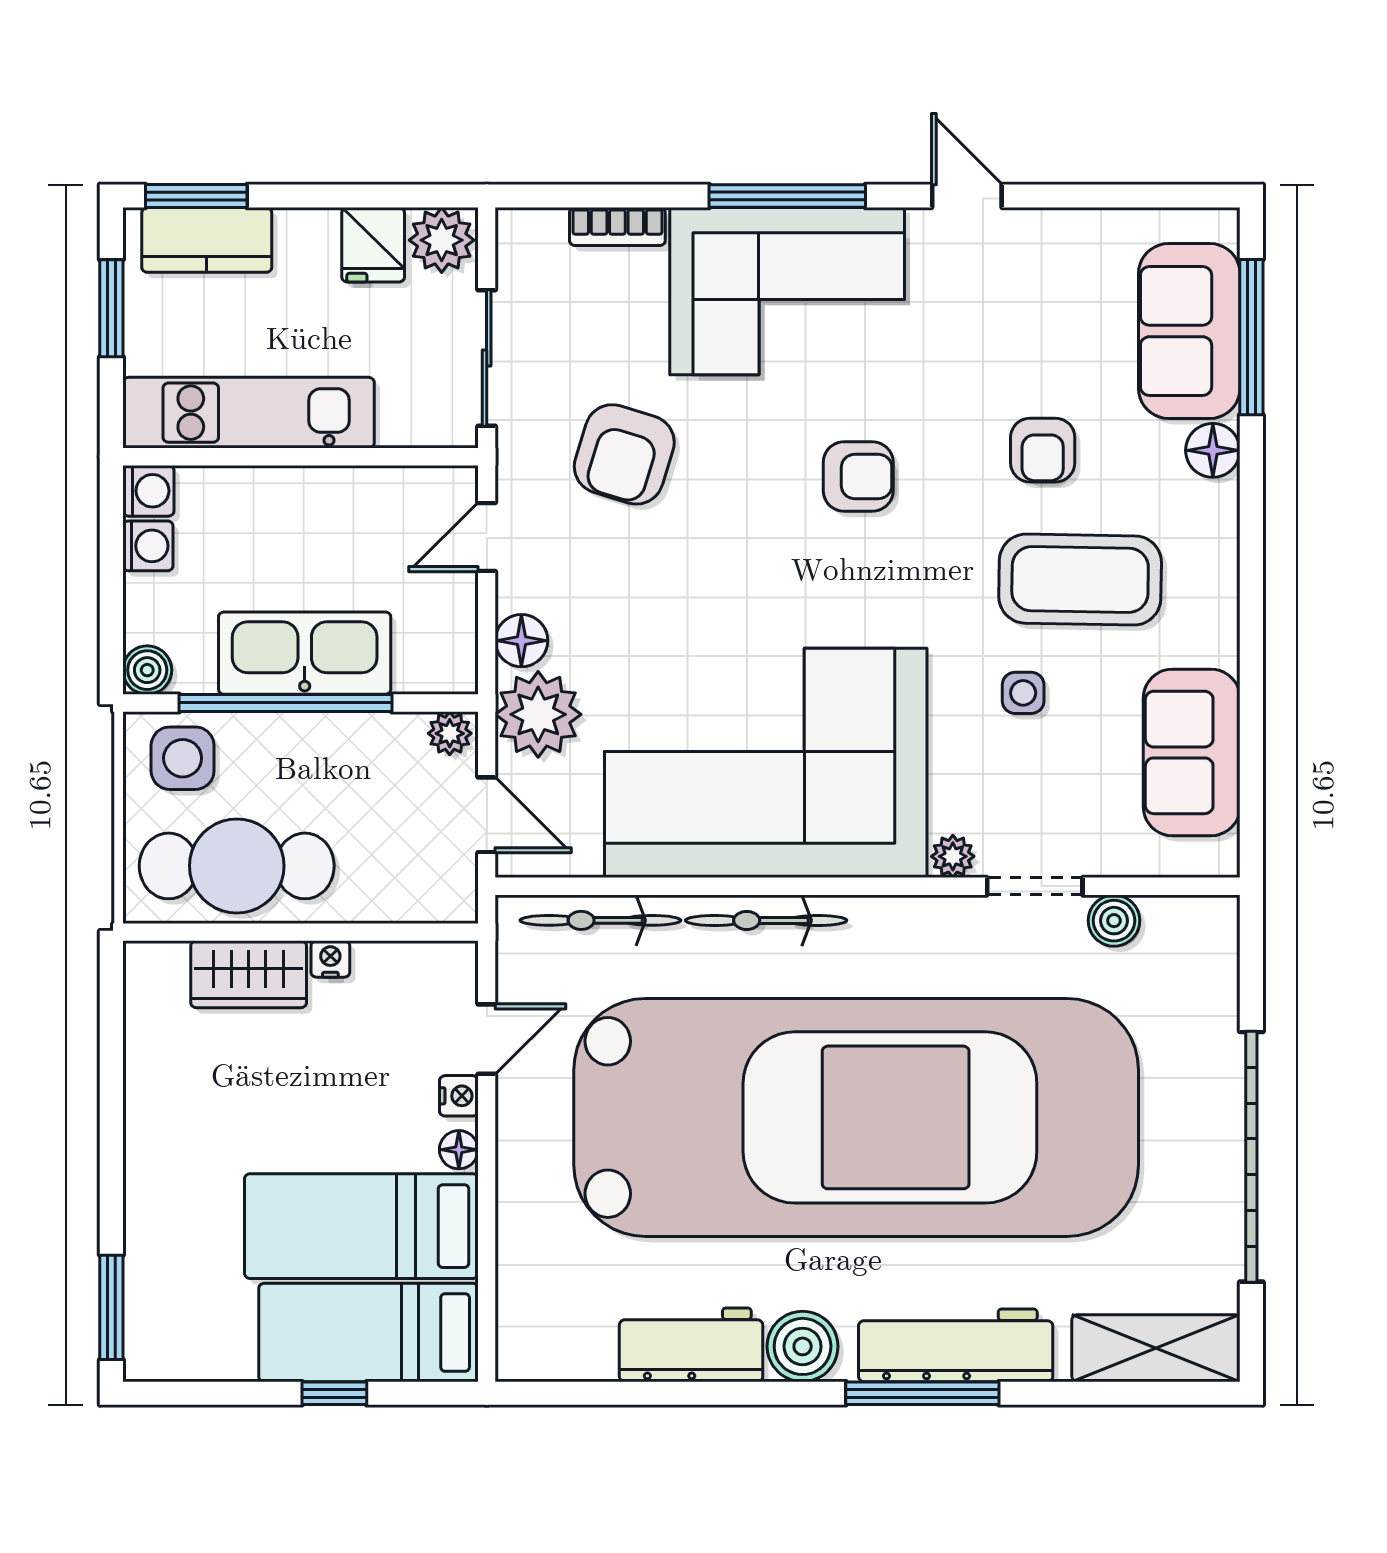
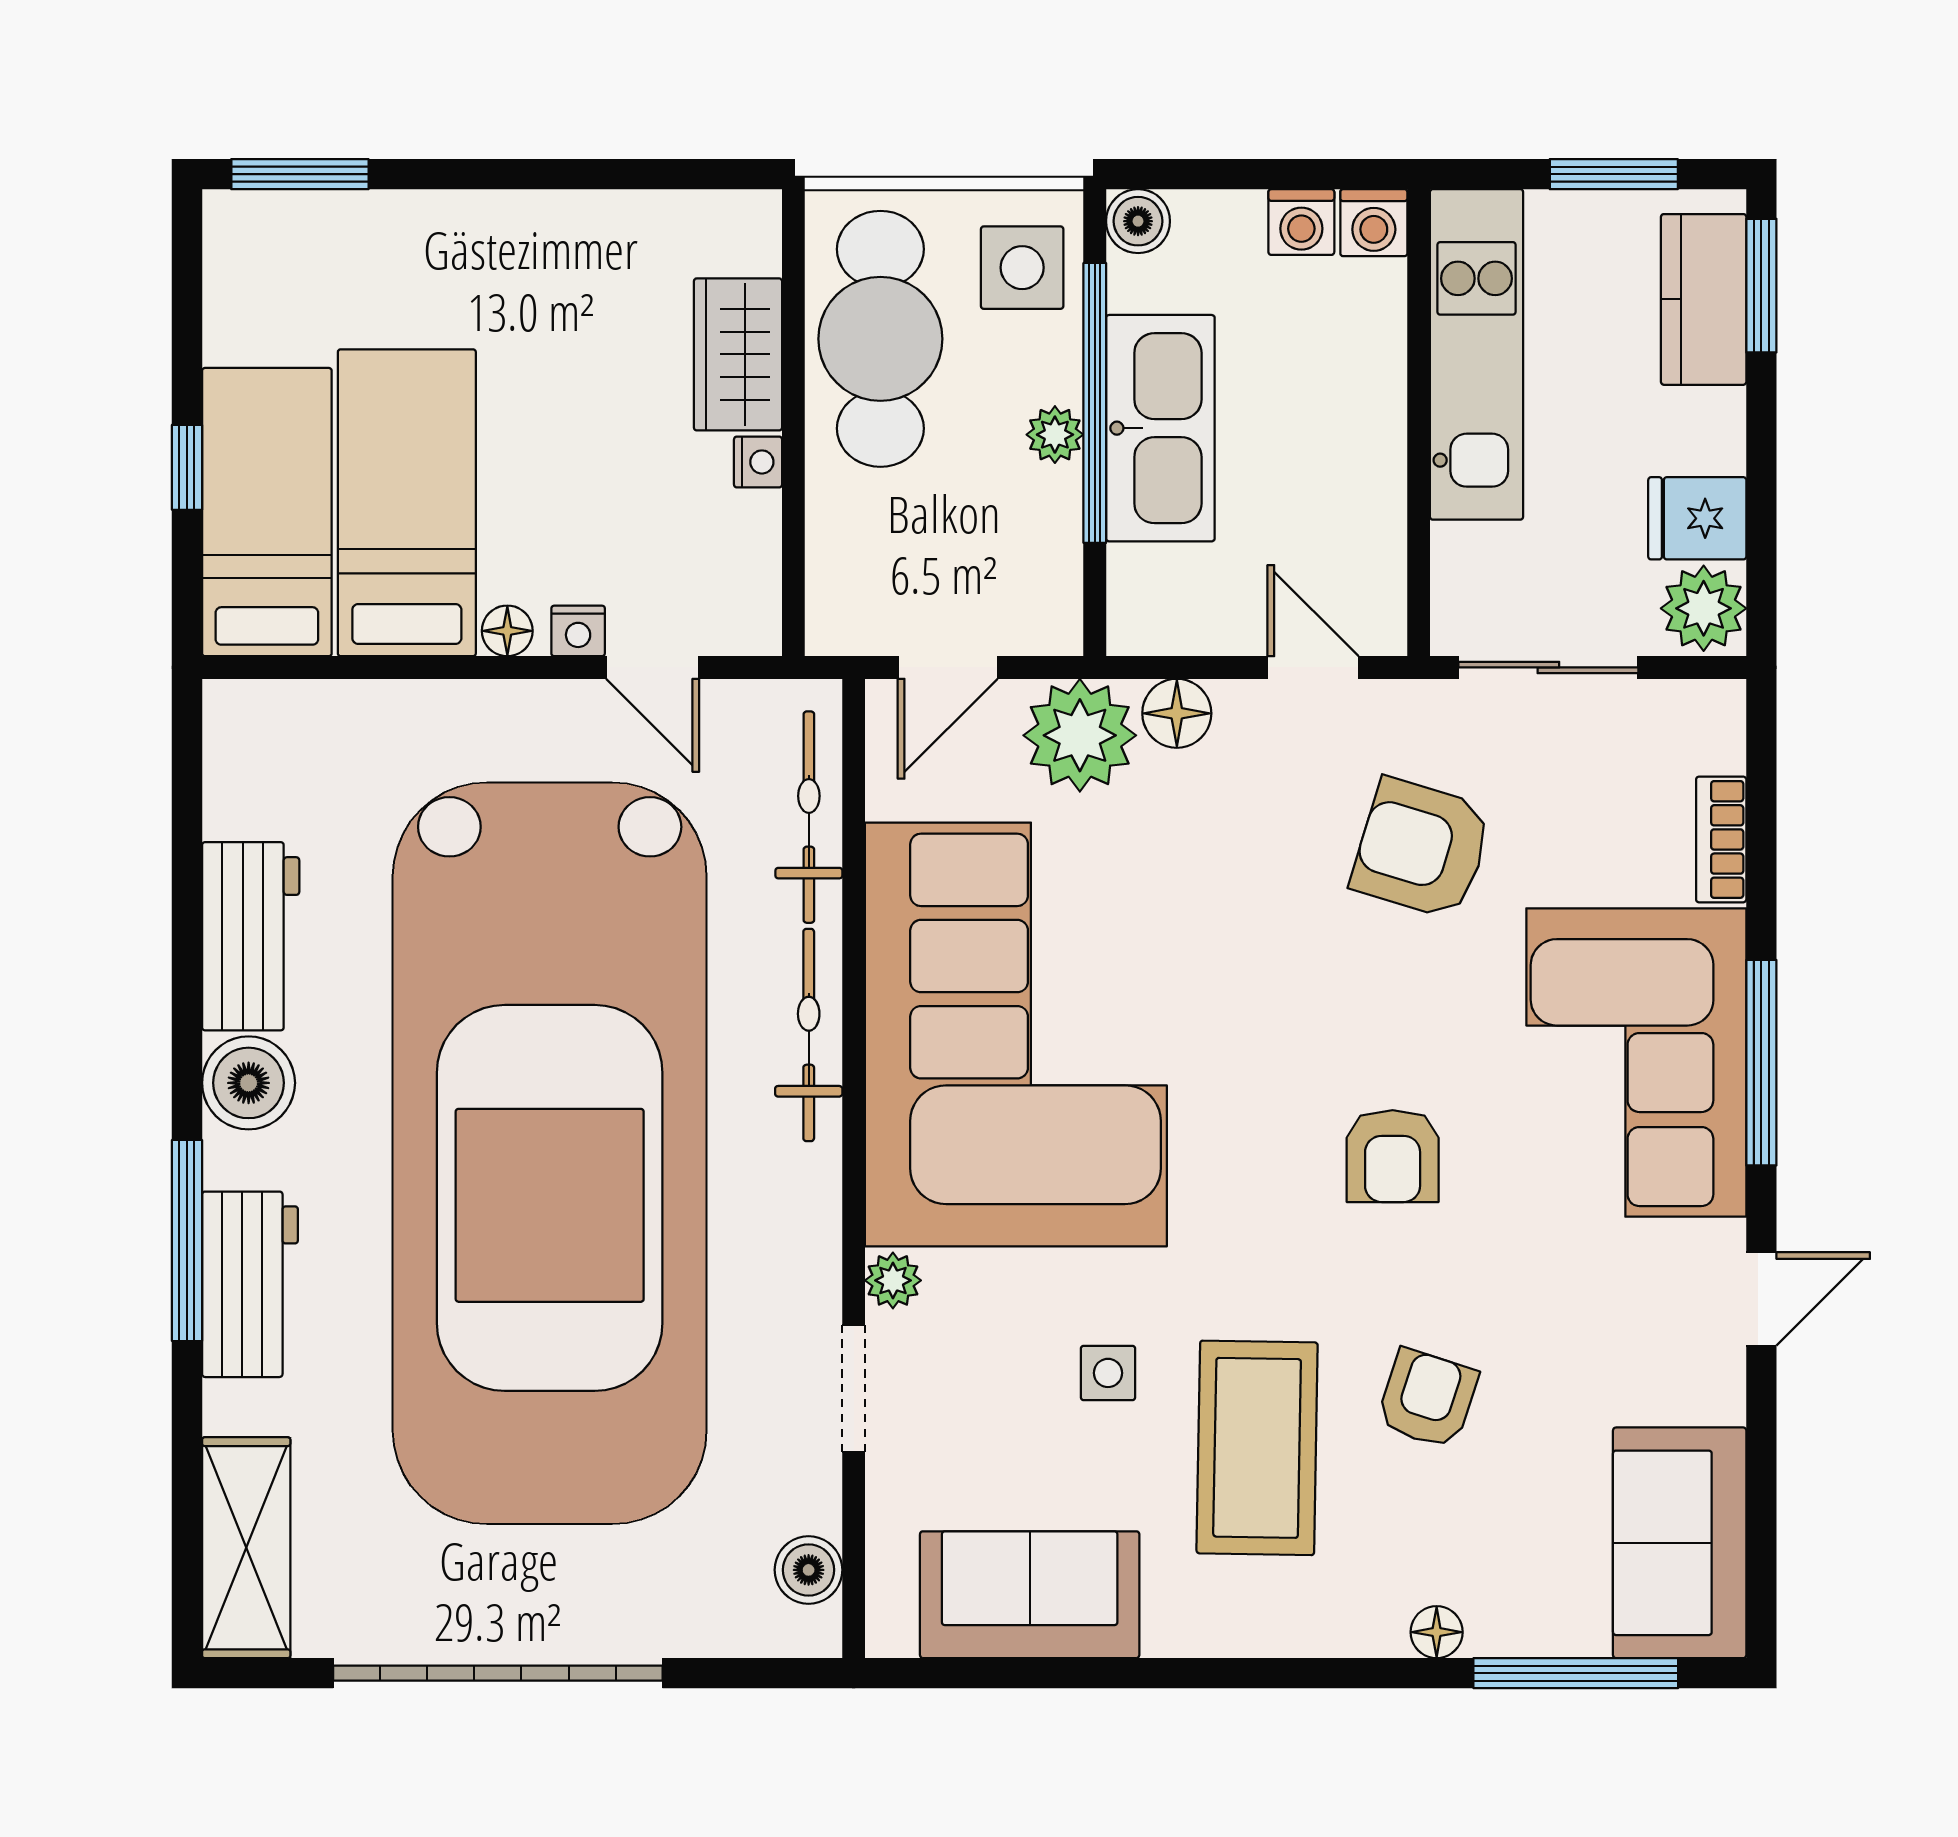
sofa: (1189, 331) -> (1680, 1543), moved, turned -90
armchair: (1043, 450) -> (1427, 1399), turned 108
floor lamp: (1213, 450) -> (1437, 1632), width x0.73, depth x0.73
plant: (450, 733) -> (1055, 435), moved
boiler: (1114, 921) -> (809, 1570), moved
workbench: (956, 1345) -> (250, 1284), width x0.73

